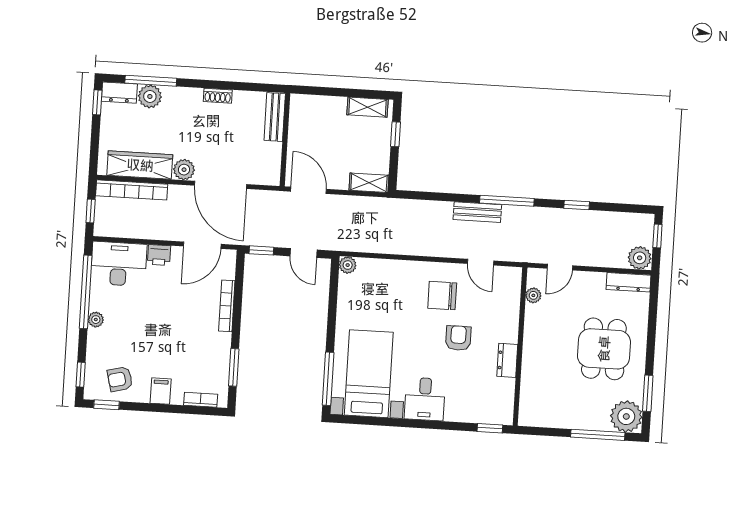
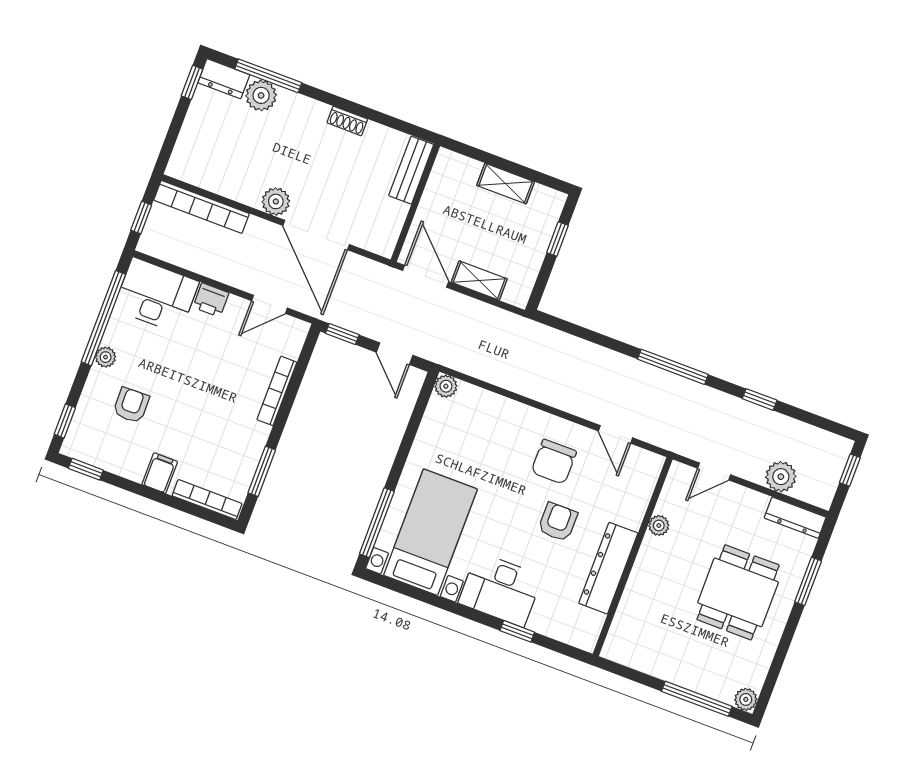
shelving: (367, 107) -> (506, 184), moved
wardrobe: (140, 165) -> (222, 178), removed
shelving: (369, 183) -> (479, 281), moved
bench: (477, 212) -> (631, 370), removed
door: (202, 245) -> (270, 304), width x0.73
plant: (640, 258) -> (781, 477), moved
plant: (533, 295) -> (659, 525), moved
chair: (442, 296) -> (554, 462), turned -90
dresser: (507, 360) -> (608, 568), width x1.96, depth x1.24
armchair: (120, 379) -> (131, 405), moved, turned 103
window: (648, 393) -> (808, 581), moved
desk: (425, 399) -> (500, 589), width x1.37
bookcase: (201, 400) -> (207, 500), width x1.56
plant: (626, 416) -> (746, 699), width x0.53, depth x0.53
window: (490, 428) -> (517, 631), moved

